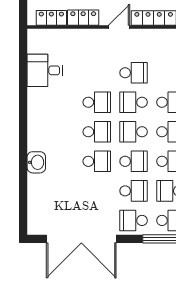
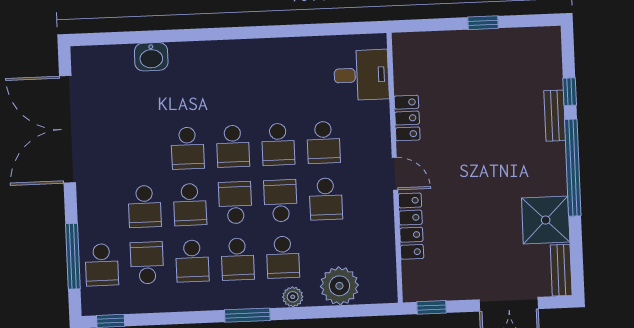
locker: (51, 18) -> (405, 69), removed
desk: (45, 70) -> (361, 75), moved, turned 90
washbasin: (36, 162) -> (151, 57), moved
school desk: (134, 220) -> (323, 142), moved, turned 180

